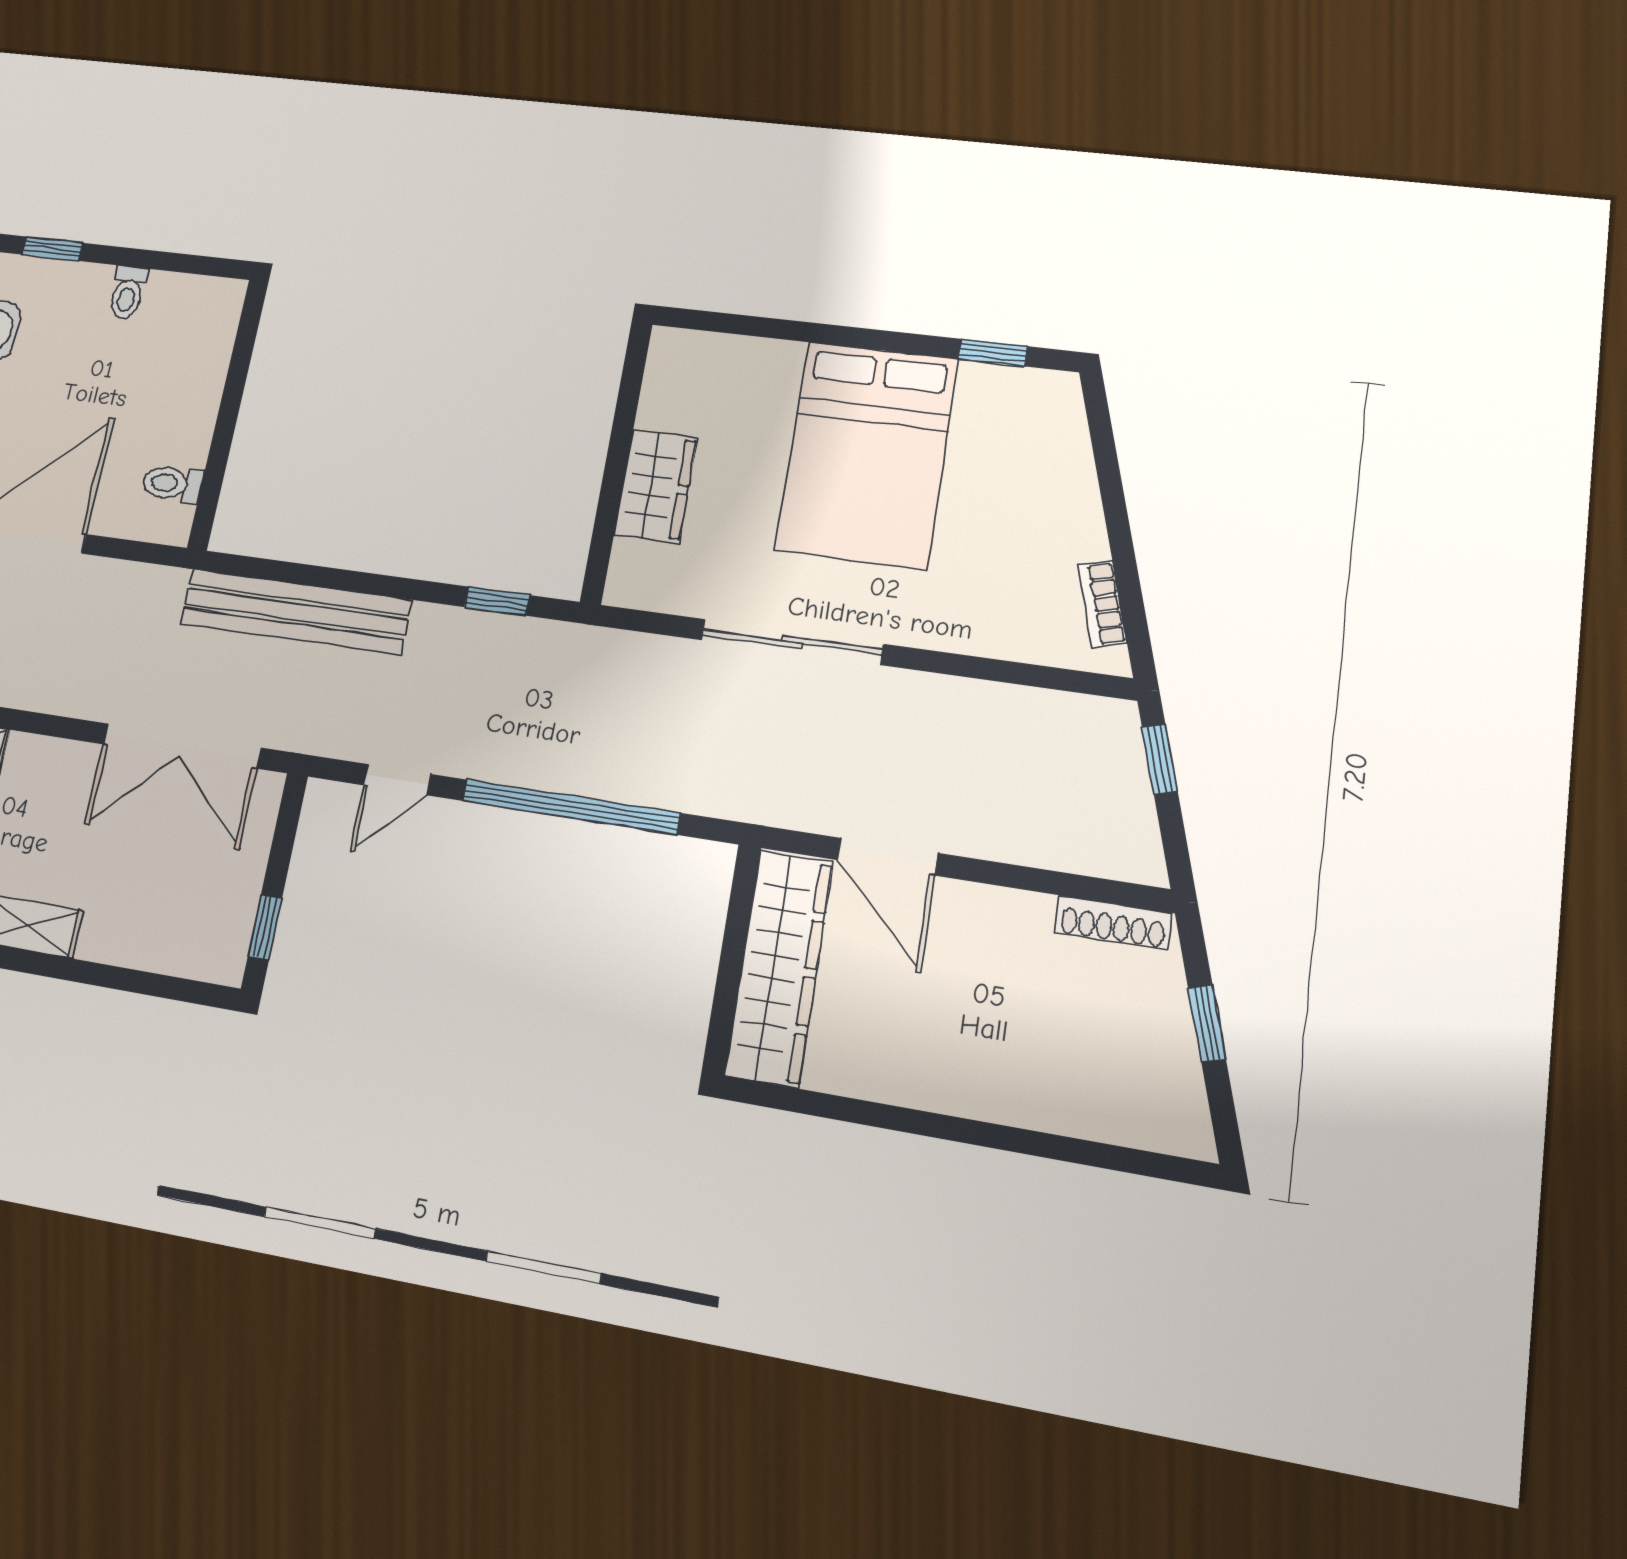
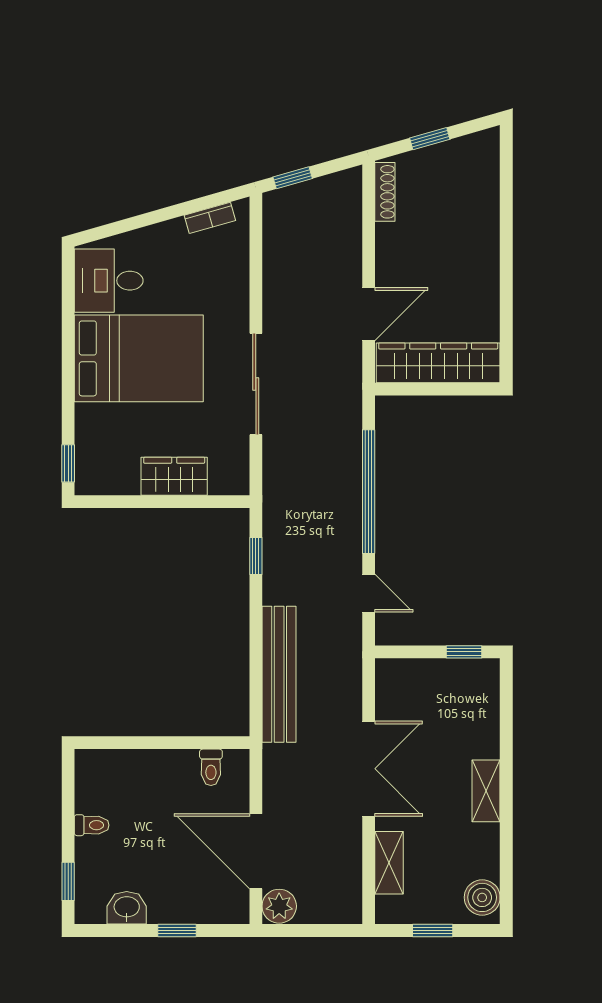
window: (993, 353) -> (68, 463), moved
desk: (1011, 421) -> (109, 281), added
double door: (182, 746) -> (369, 769), moved

